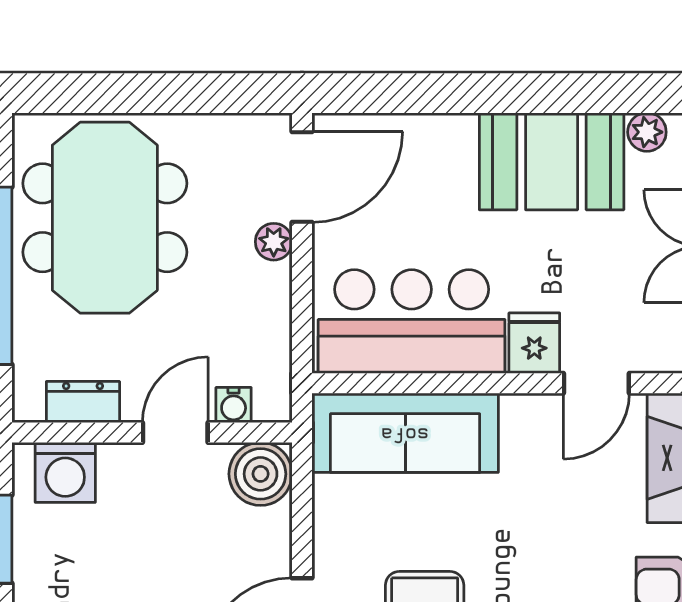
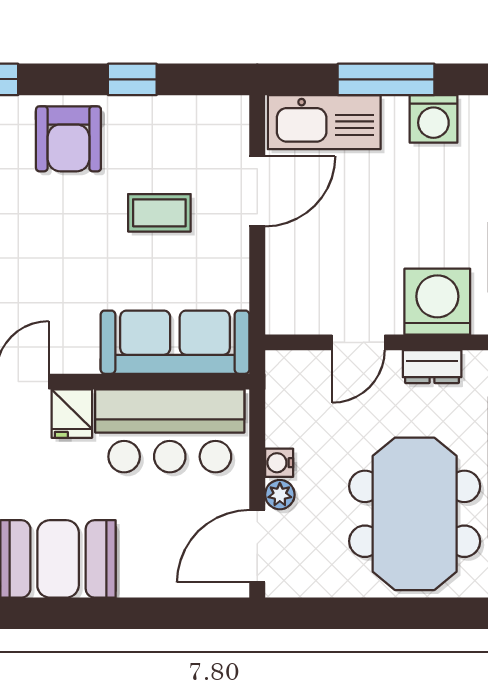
water cooler: (234, 405) -> (279, 463), moved, turned -90
washing machine: (65, 472) -> (437, 302), width x1.37, depth x1.37
boiler: (261, 474) -> (290, 309), removed

